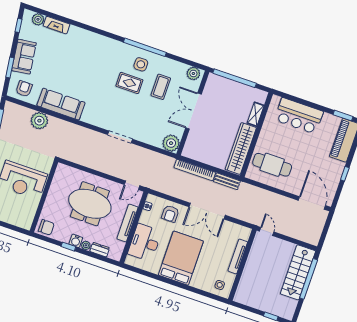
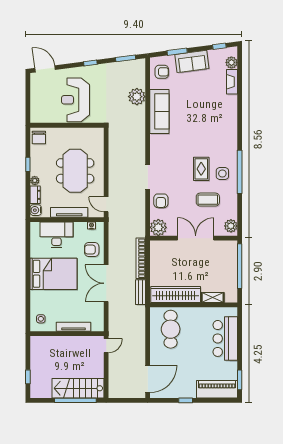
armchair: (147, 132) -> (161, 201), added
water cooler: (76, 241) -> (36, 210), moved

